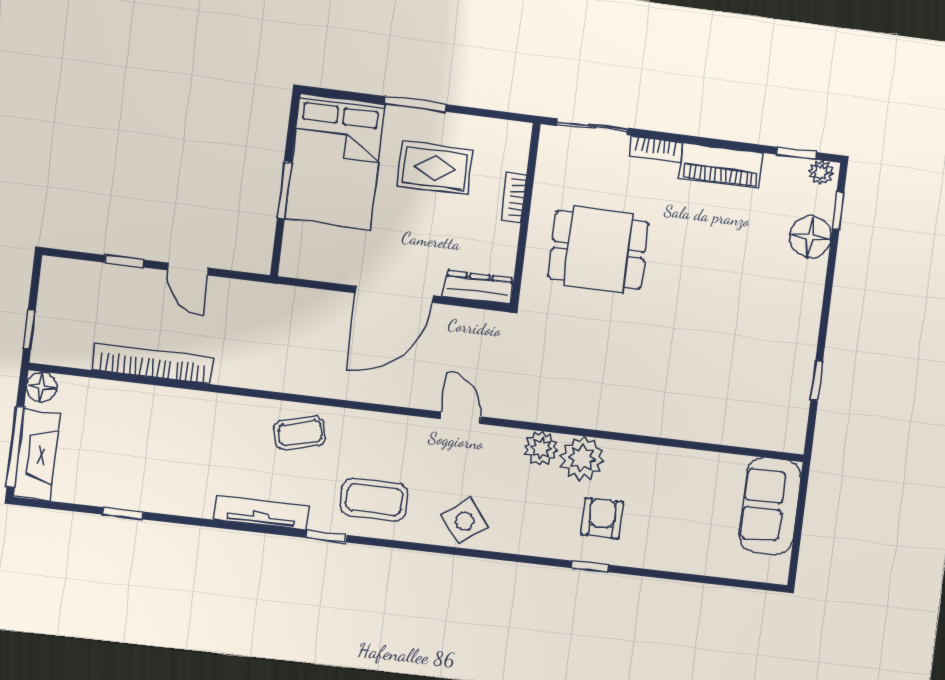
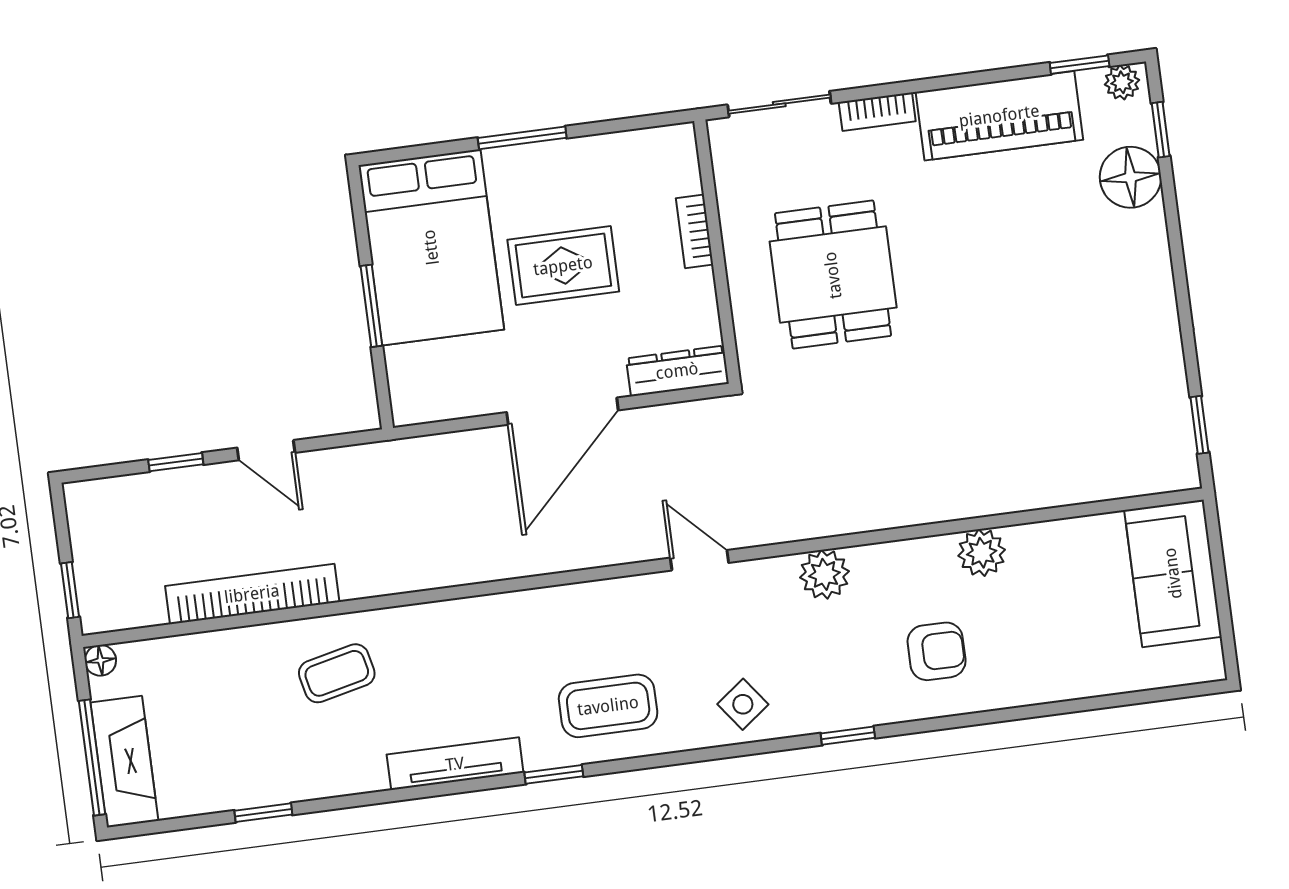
piano: (722, 166) -> (999, 116), width x1.37, depth x1.33
rug: (435, 168) -> (563, 266), moved
dining table: (598, 250) -> (833, 275), turned 90
window: (817, 381) -> (1199, 425), moved
floor lamp: (42, 387) -> (100, 660), width x0.73, depth x0.73
coffee table: (300, 433) -> (337, 673), moved
plant: (582, 458) -> (982, 553), moved, width x0.73, depth x0.73
armchair: (602, 518) -> (937, 651), turned 90
side table: (465, 521) -> (743, 704), width x0.73, depth x0.73
window: (590, 566) -> (848, 736), moved

